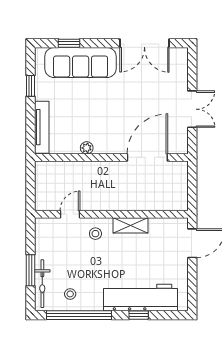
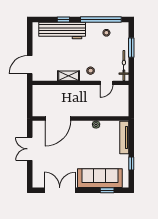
bicycle: (42, 284) -> (124, 66), moved

